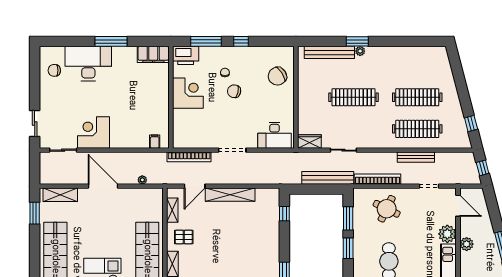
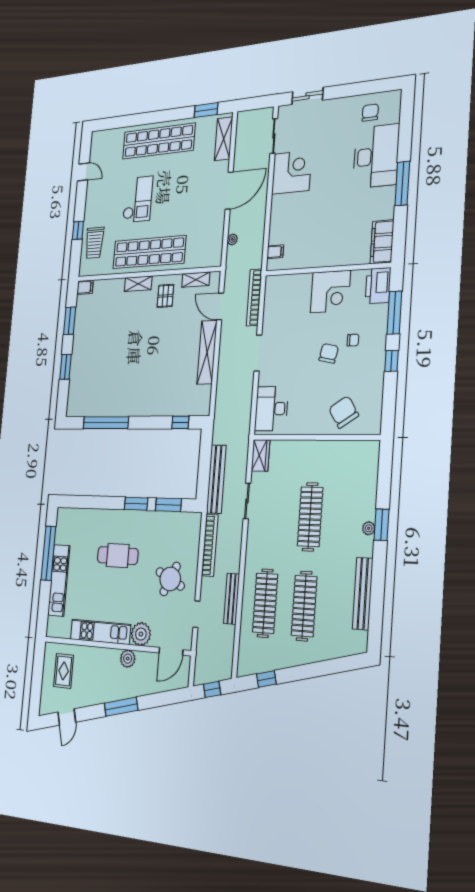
bench: (329, 52) -> (363, 594), moved
round table: (387, 209) -> (170, 579), moved

